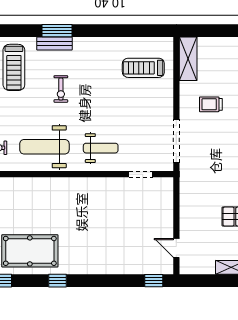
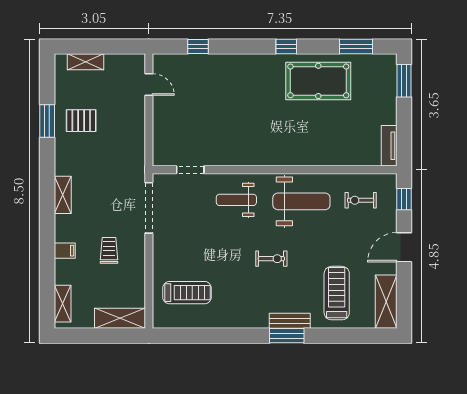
shelving: (188, 59) -> (120, 318), moved, turned 90
exercise bike: (61, 89) -> (271, 259), moved, turned 90
trolley: (211, 104) -> (109, 250), turned -90
window: (154, 281) -> (198, 47), moved

